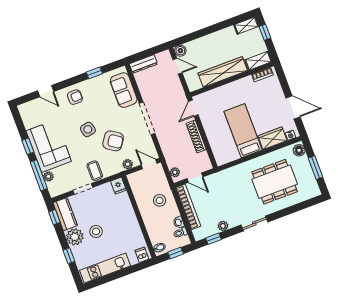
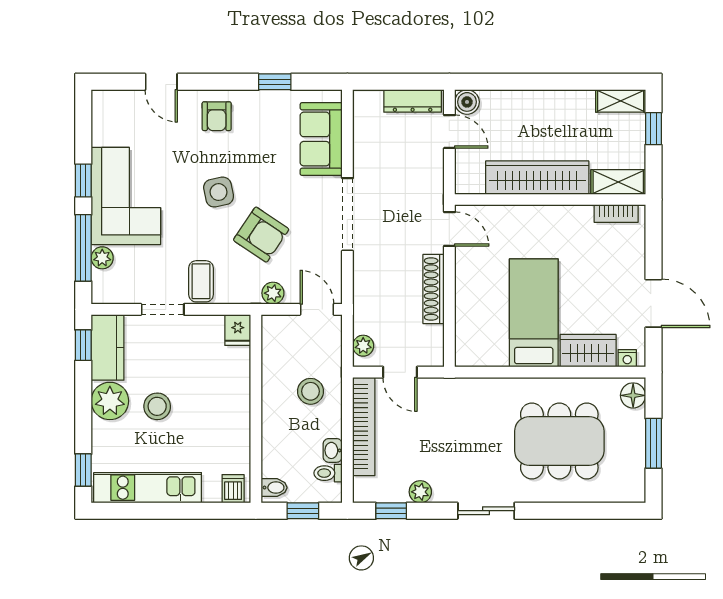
dresser: (143, 64) -> (413, 101), moved
armchair: (75, 97) -> (217, 116), turned 90
door: (193, 108) -> (449, 229), swing flipped
window: (69, 256) -> (83, 470), moved

